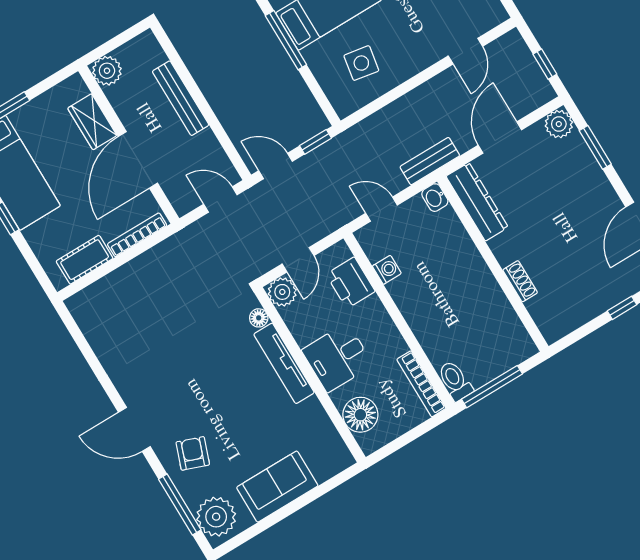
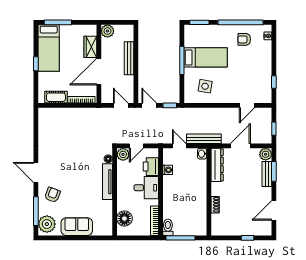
bench: (430, 161) -> (204, 139), width x1.36
bench: (584, 161) -> (267, 174), added
desk: (337, 358) -> (146, 188), moved, turned 180

